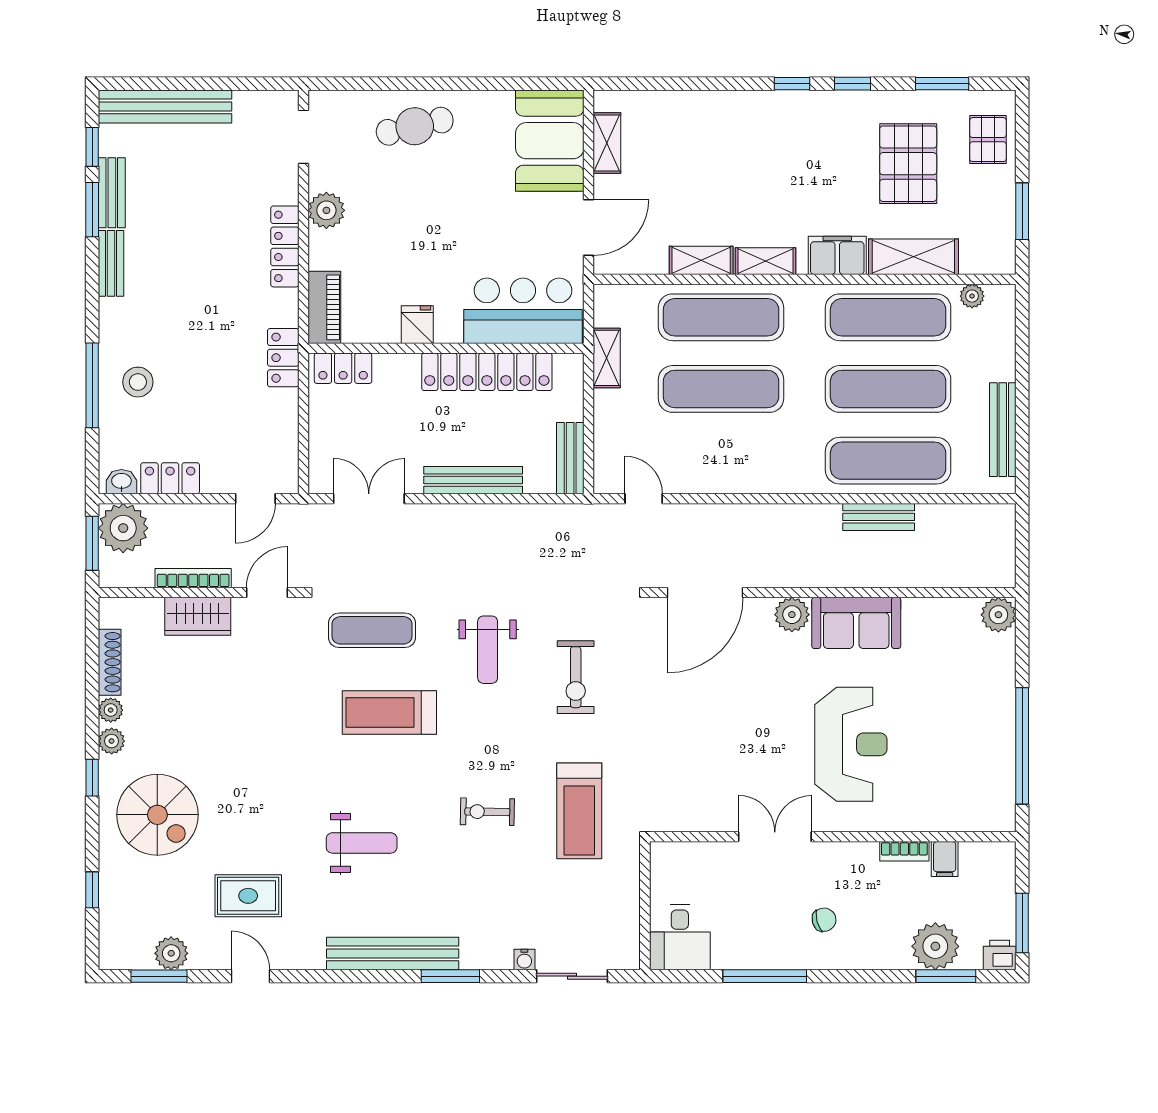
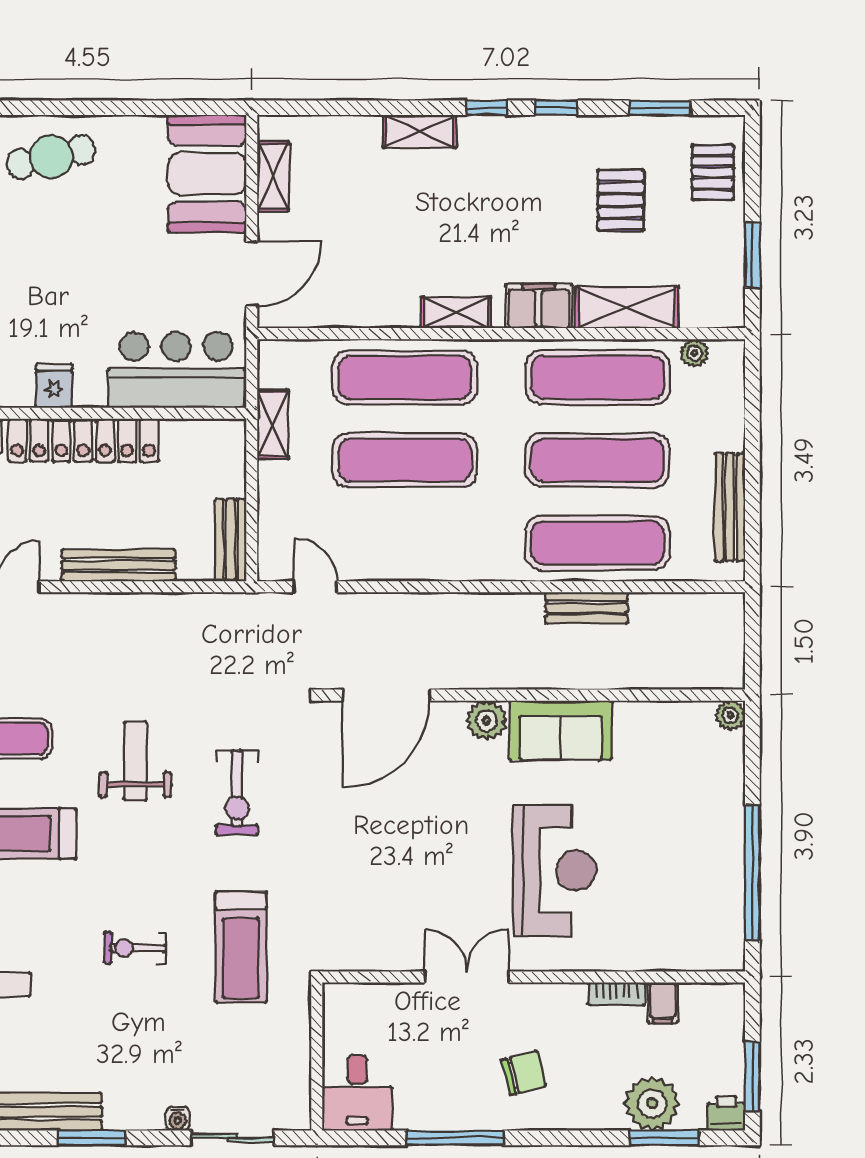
pallet: (908, 164) -> (621, 200), width x0.67, depth x0.71
shelving: (701, 260) -> (420, 131), moved
locker: (487, 372) -> (83, 440), moved
plant: (998, 615) -> (730, 715), width x0.73, depth x0.73
weight bench: (488, 650) -> (135, 761), turned 180
chair: (824, 920) -> (524, 1073), width x1.37, depth x1.37

